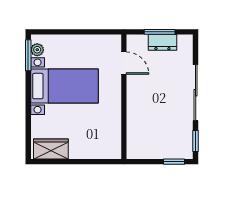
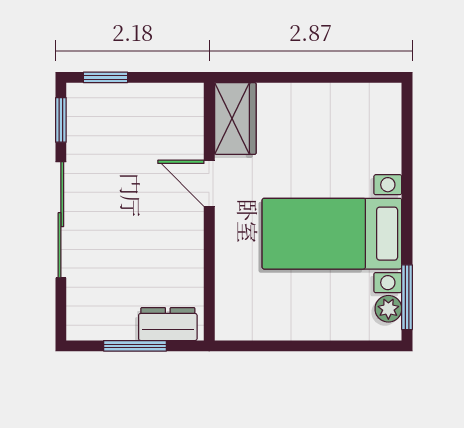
dresser: (162, 42) -> (168, 324), moved
door: (124, 63) -> (209, 183), moved
wardrobe: (51, 149) -> (235, 119), moved, turned -90

